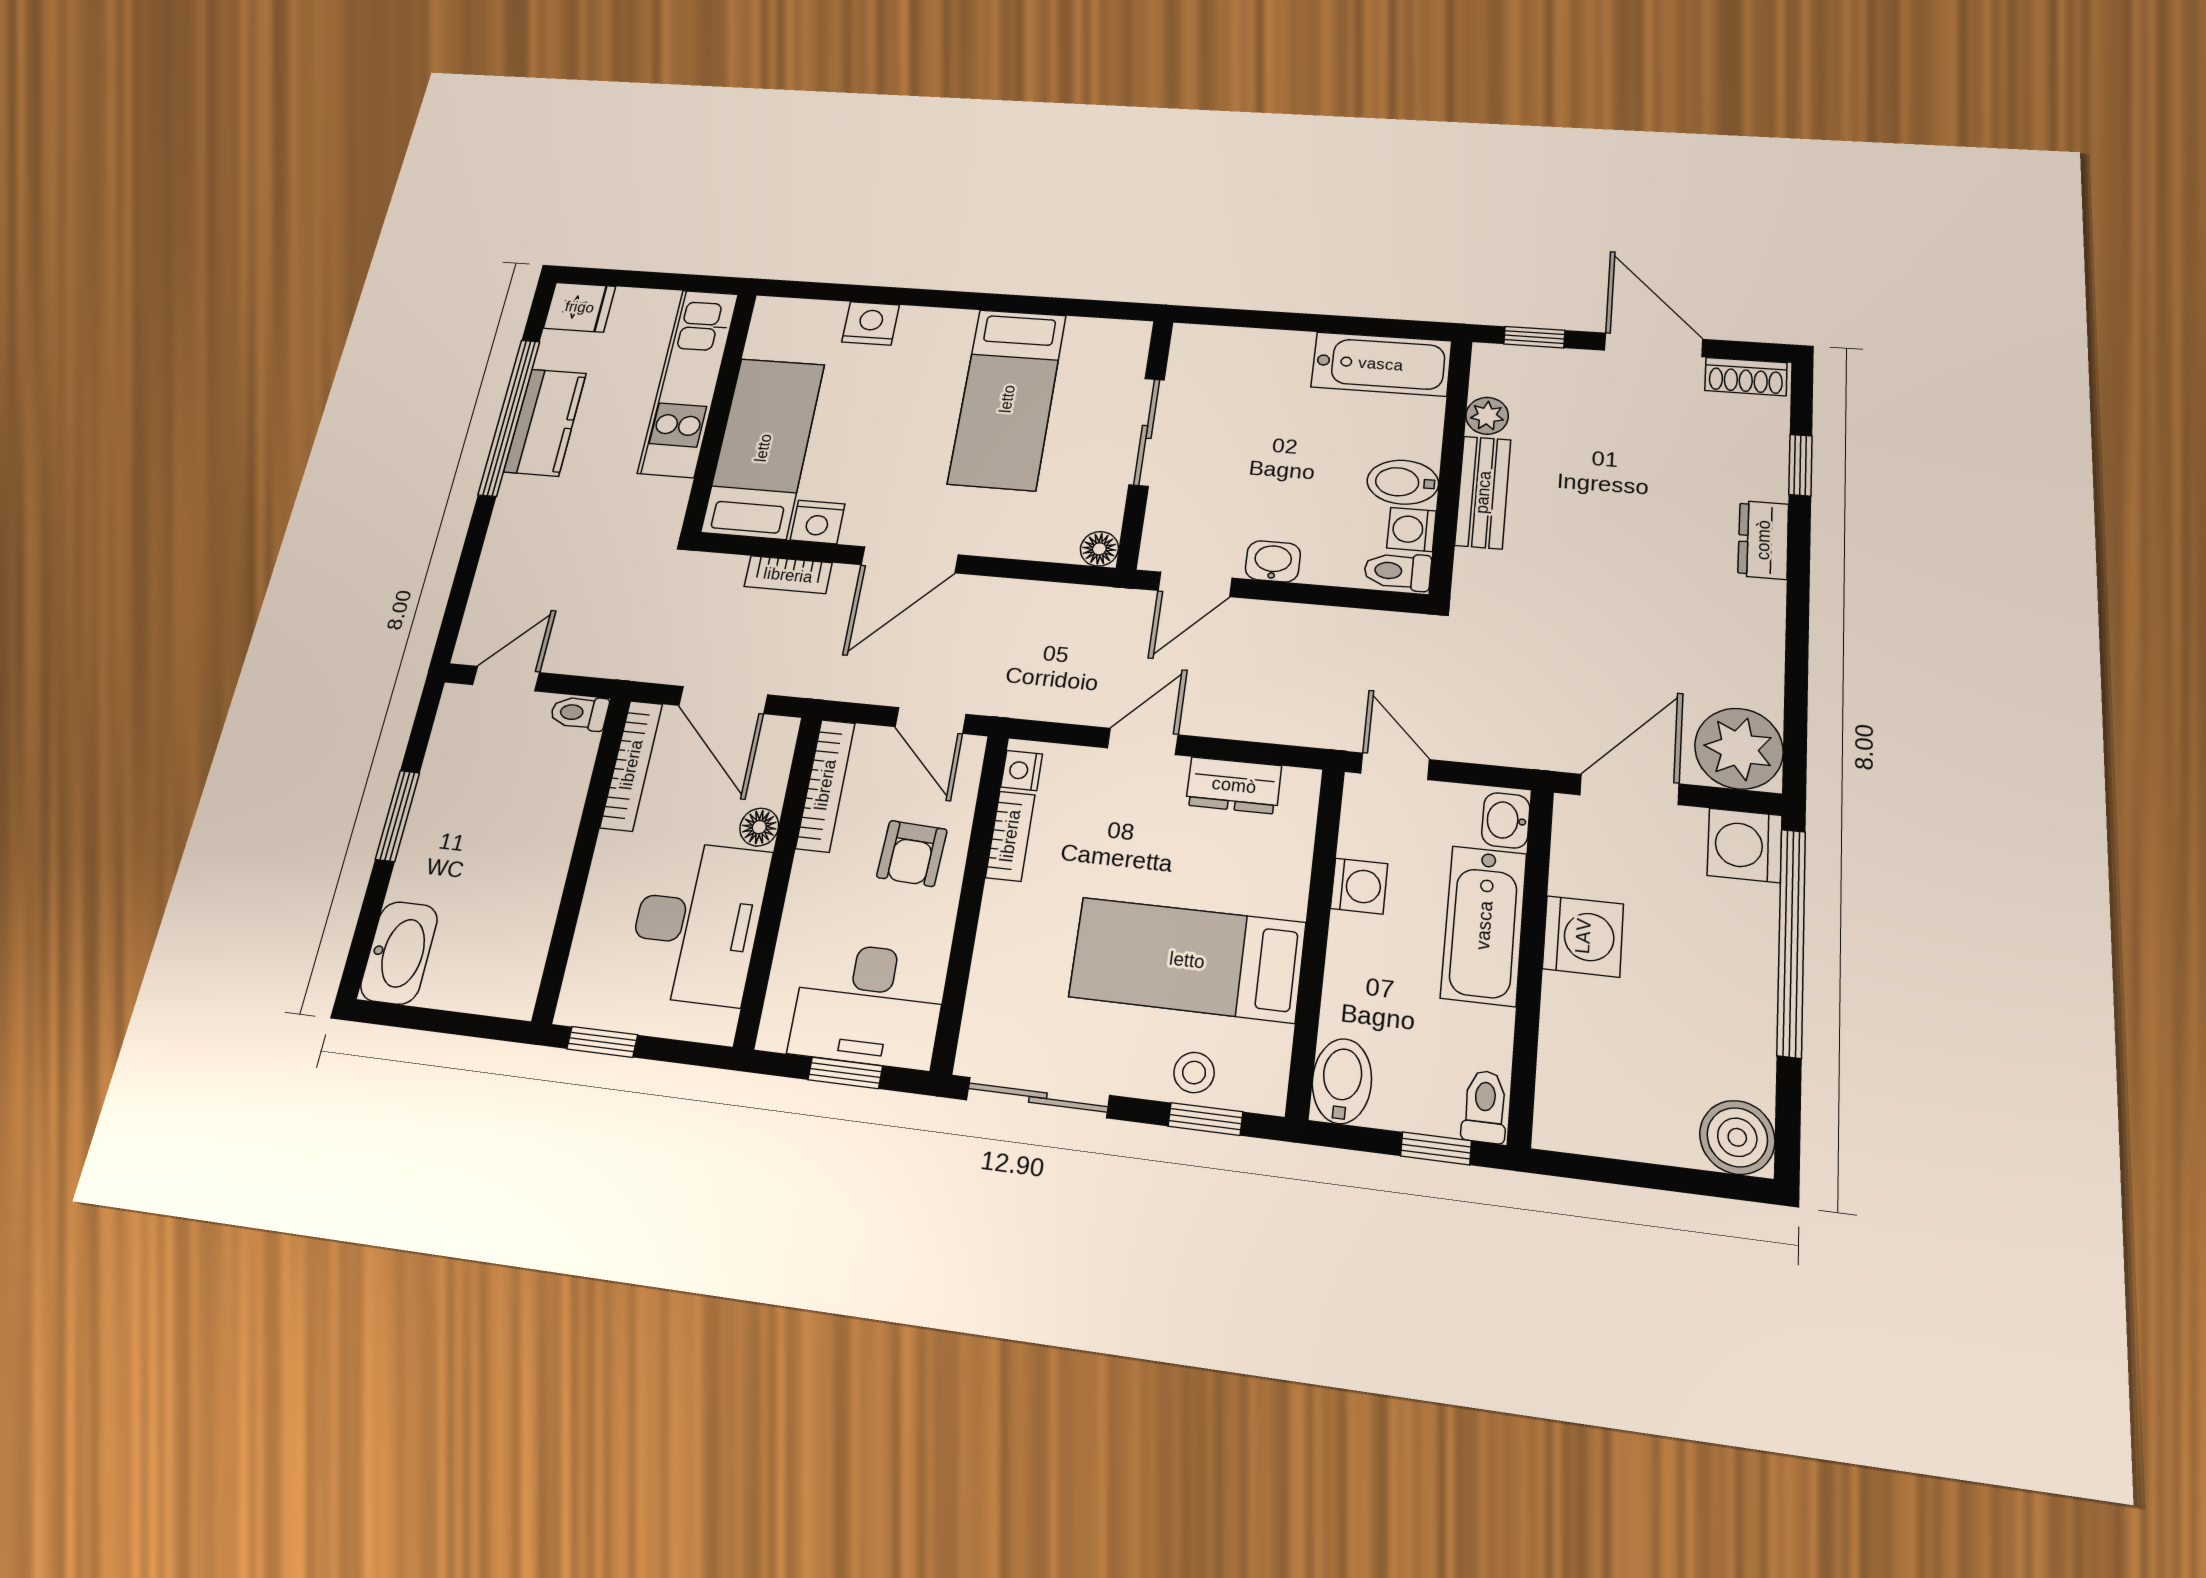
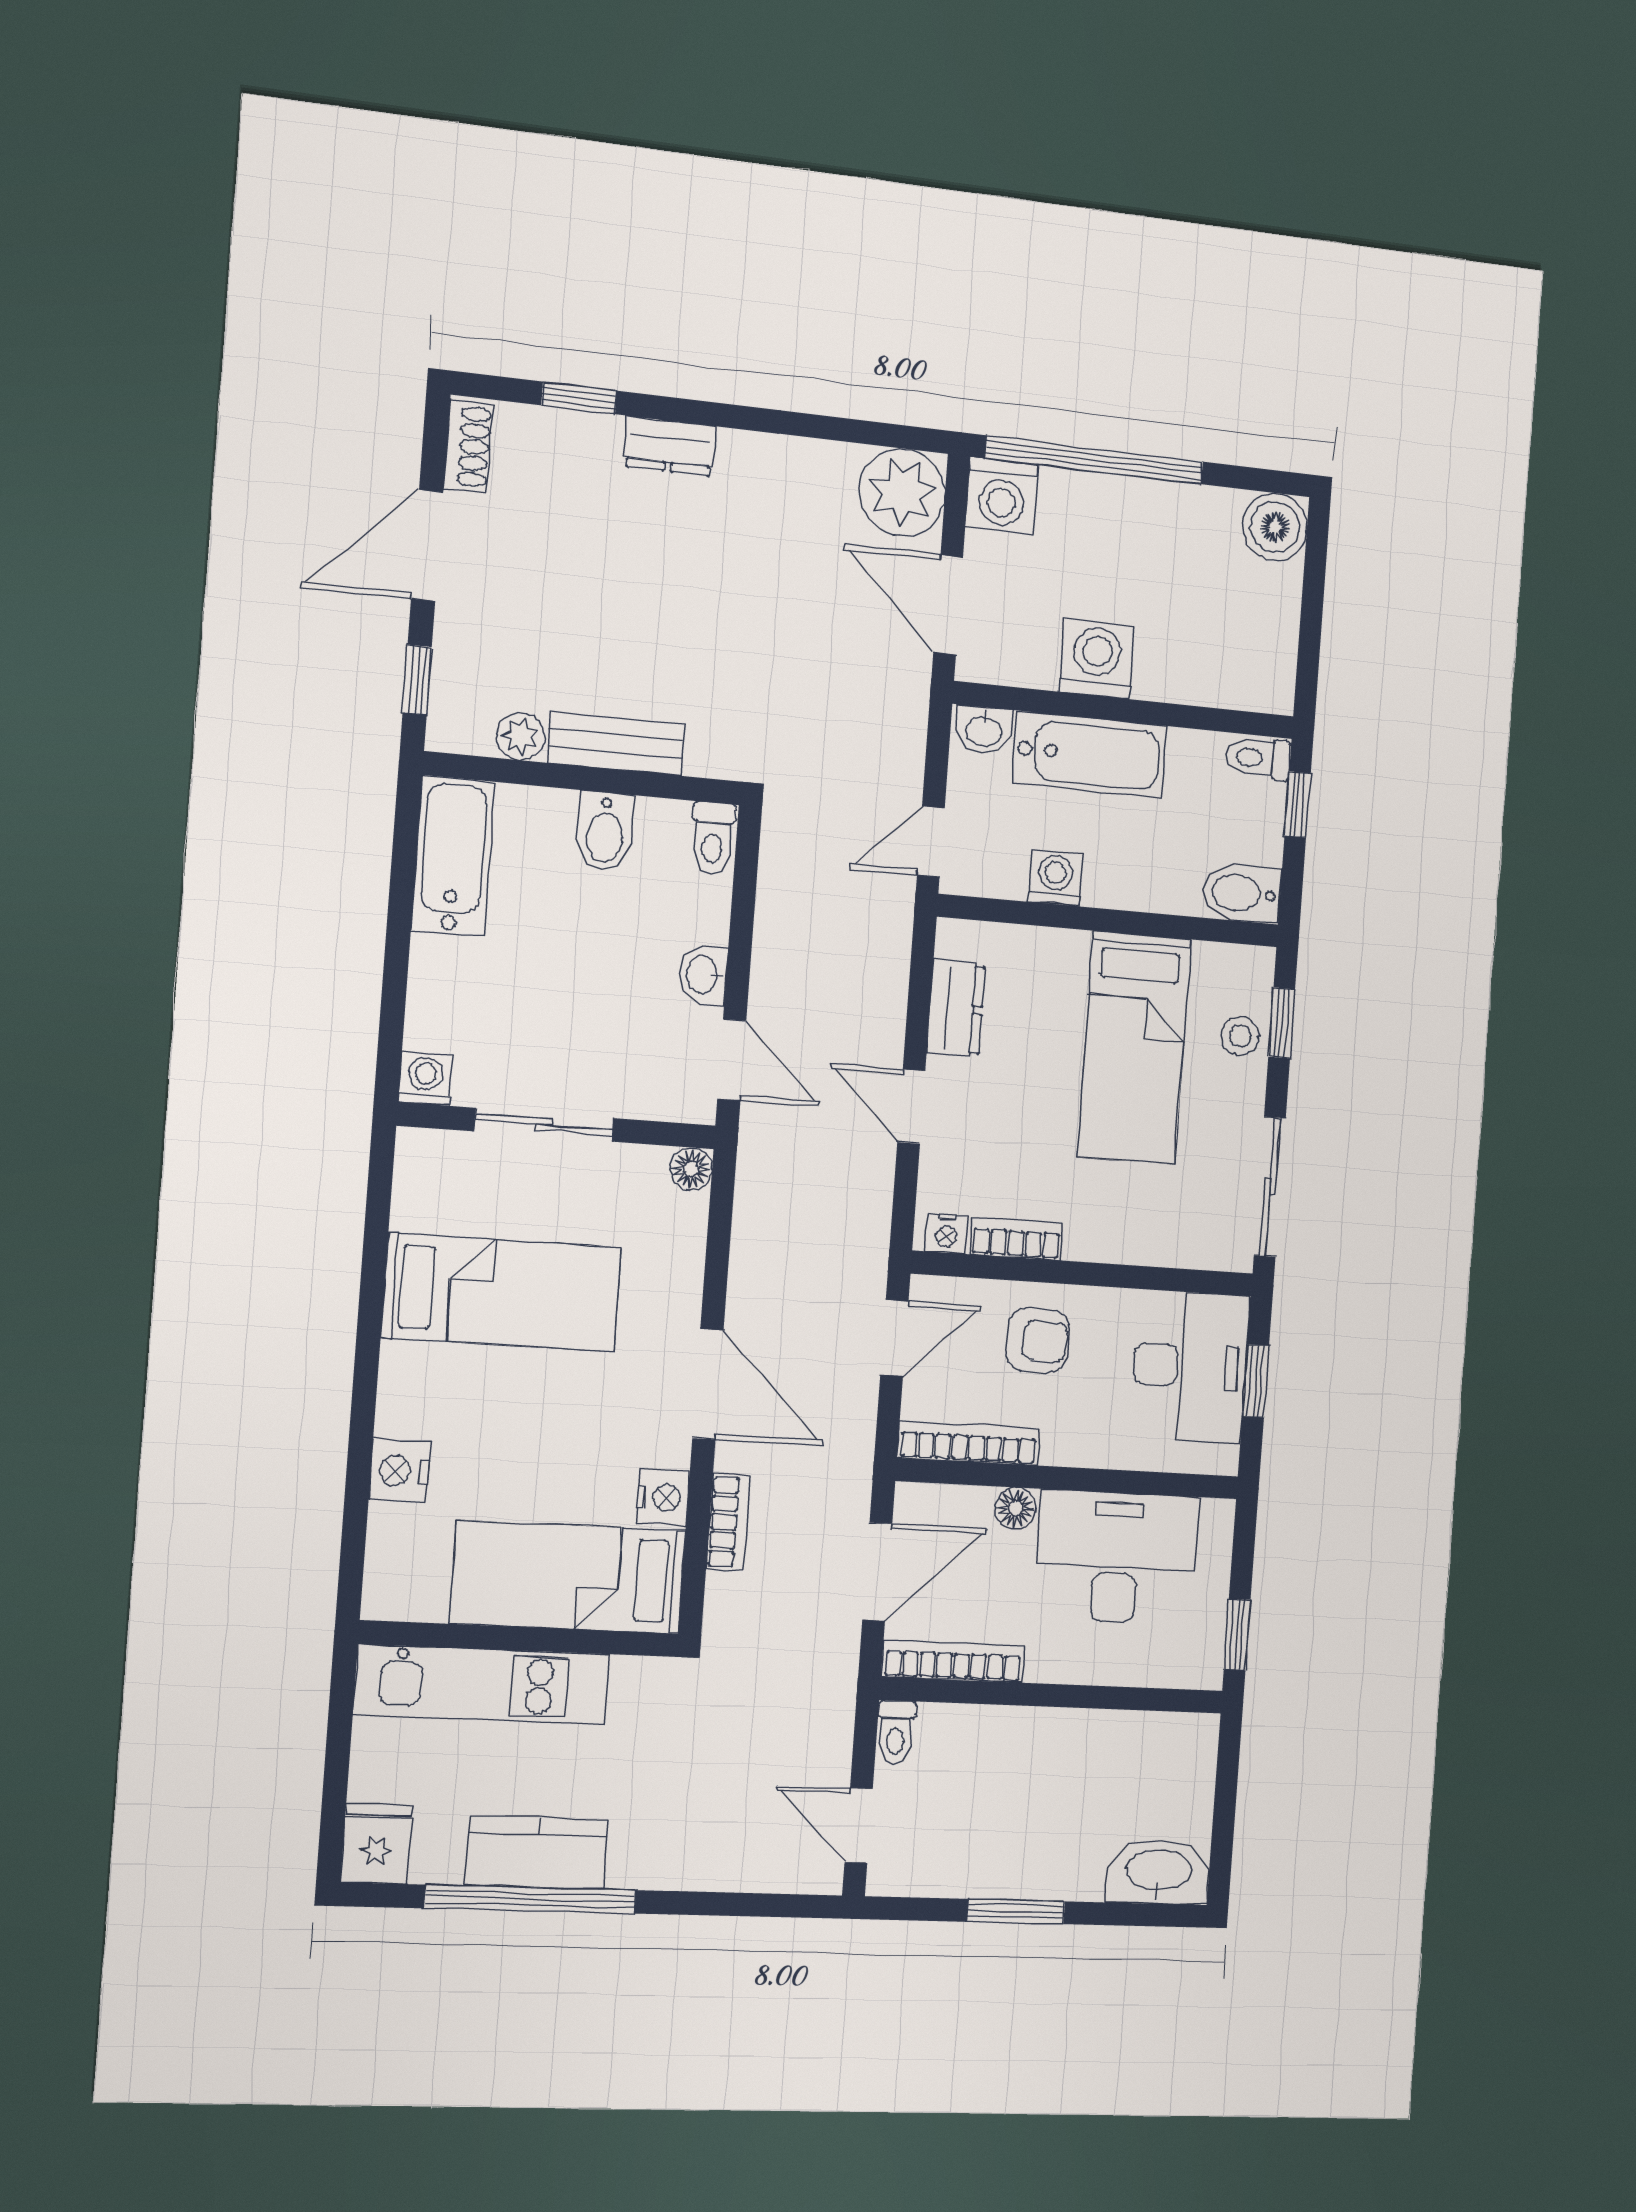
washing machine: (1411, 529) -> (425, 1079), moved, turned 180

